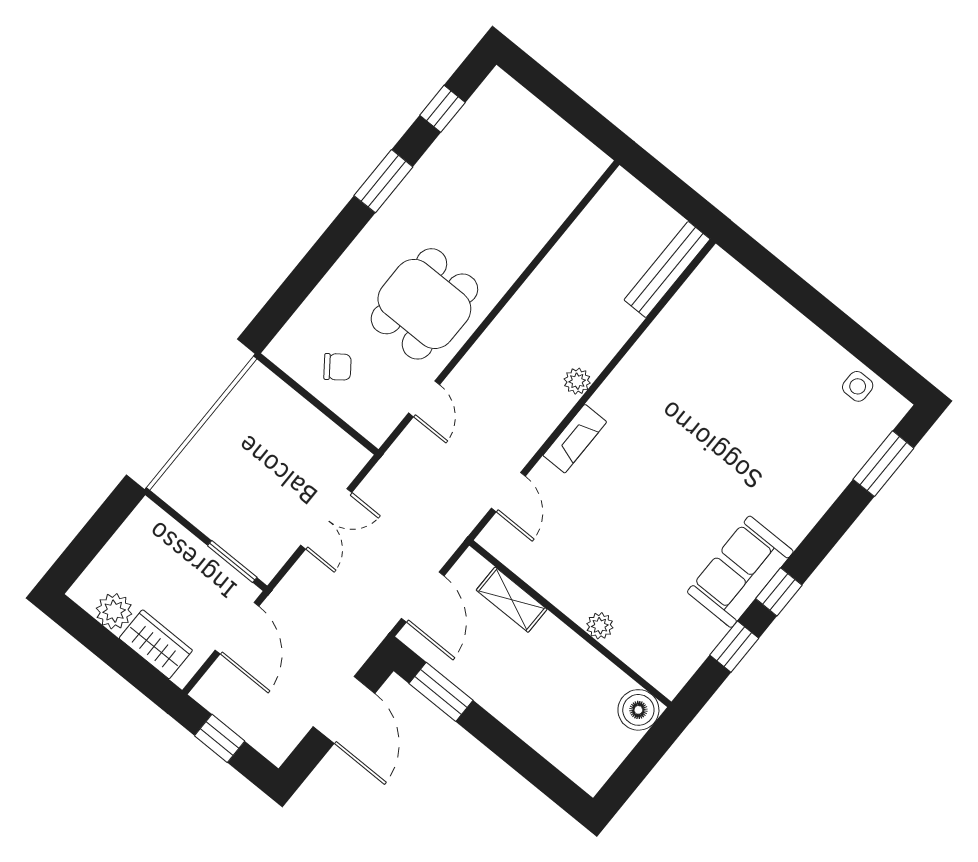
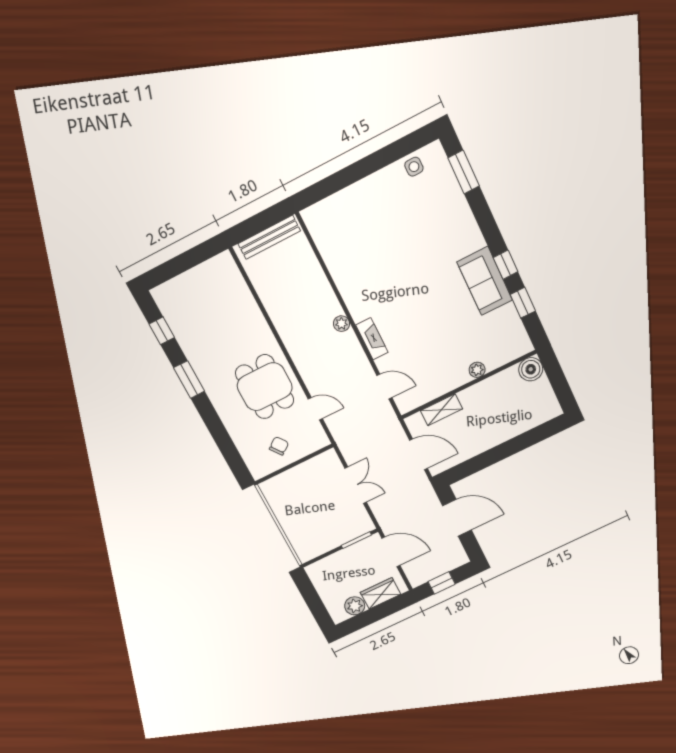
bench: (667, 270) -> (269, 237), moved, turned 90
window: (441, 692) -> (471, 466), removed

